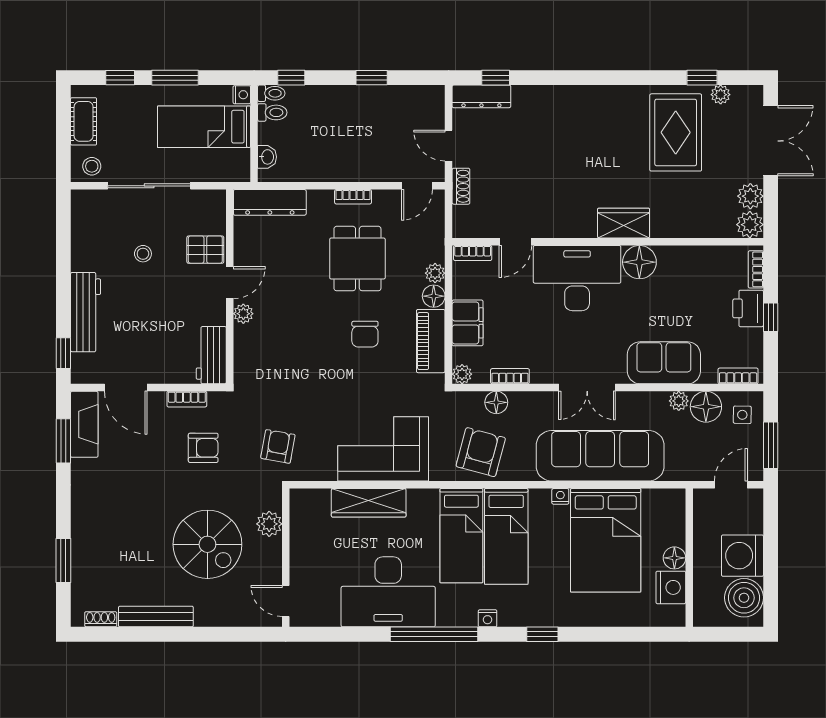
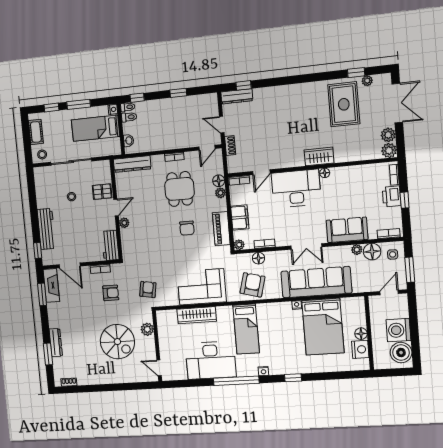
floor lamp: (639, 262) -> (325, 173), width x0.53, depth x0.53
floor lamp: (434, 296) -> (219, 181), moved
bed: (506, 536) -> (270, 328), removed
dresser: (82, 539) -> (56, 343), added
bench: (156, 617) -> (96, 379), removed

